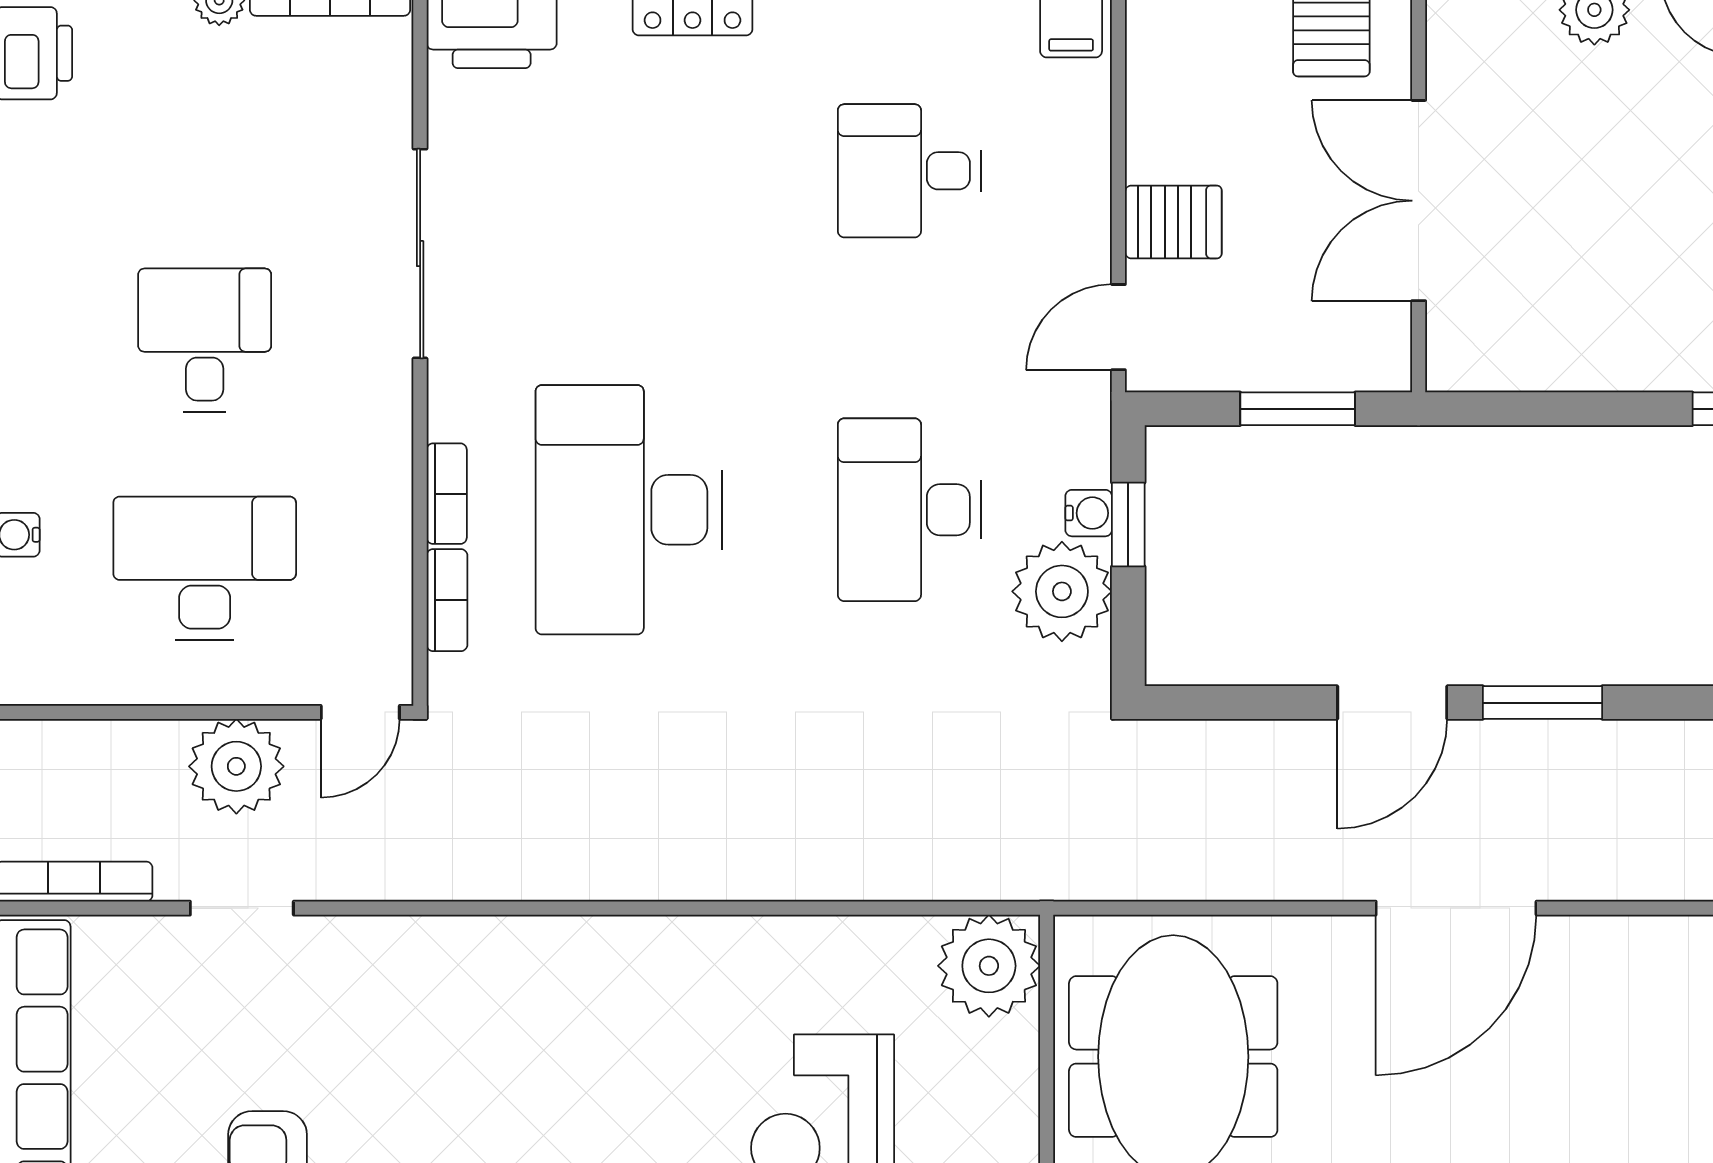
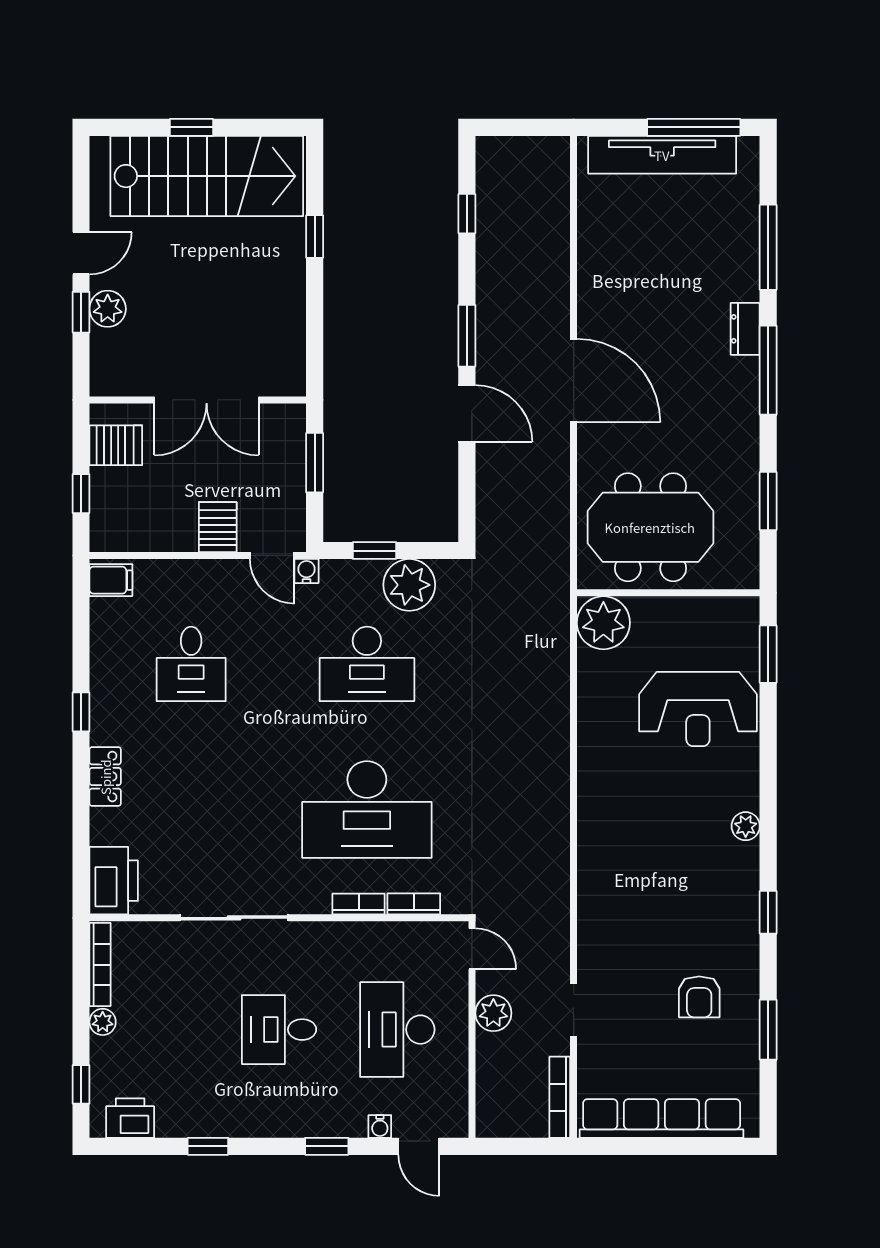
water cooler: (1089, 513) -> (307, 571), moved
plant: (236, 766) -> (493, 1013), width x0.73, depth x0.73

